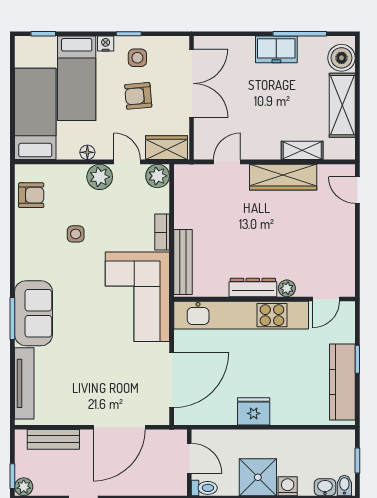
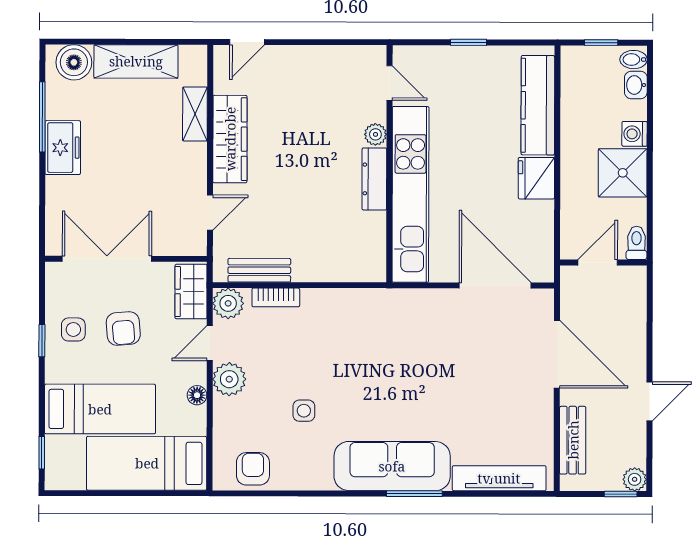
nightstand: (106, 44) -> (55, 371), removed
door: (227, 162) -> (210, 213), swing flipped
bookcase: (162, 232) -> (276, 297), moved
bench: (183, 262) -> (259, 270), moved, width x0.73
corner sofa: (137, 297) -> (386, 330), removed
sofa: (33, 313) -> (392, 466), width x1.36
kitchen counter: (342, 382) -> (538, 105), moved, turned 90

